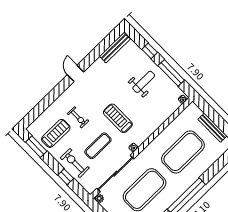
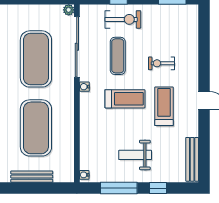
weight bench: (144, 82) -> (135, 155), turned 90
treadmill: (56, 133) -> (164, 106), moved, turned 180

